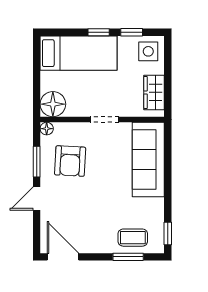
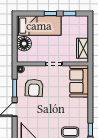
side table: (148, 51) -> (79, 25), removed
floor lamp: (53, 104) -> (24, 44), moved
sofa: (148, 160) -> (79, 81), width x0.73

